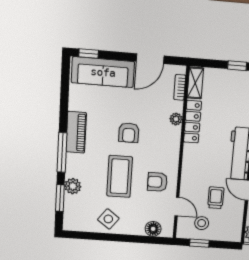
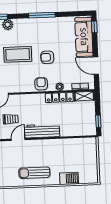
piano: (76, 132) -> (44, 24), removed
window: (62, 152) -> (42, 15), moved
armchair: (157, 182) -> (41, 84), moved

